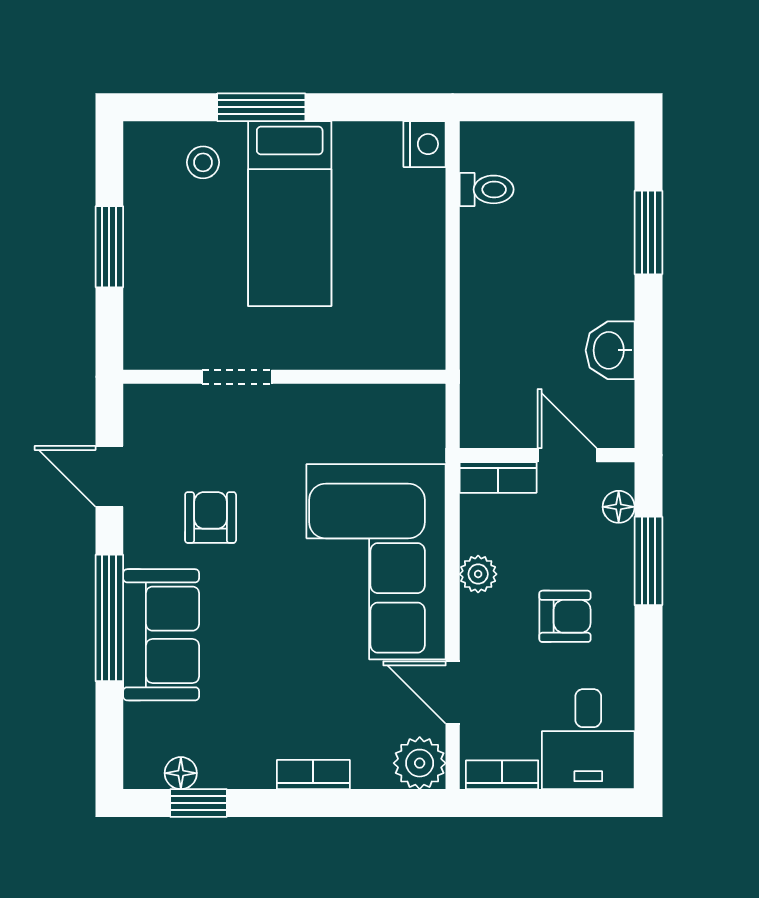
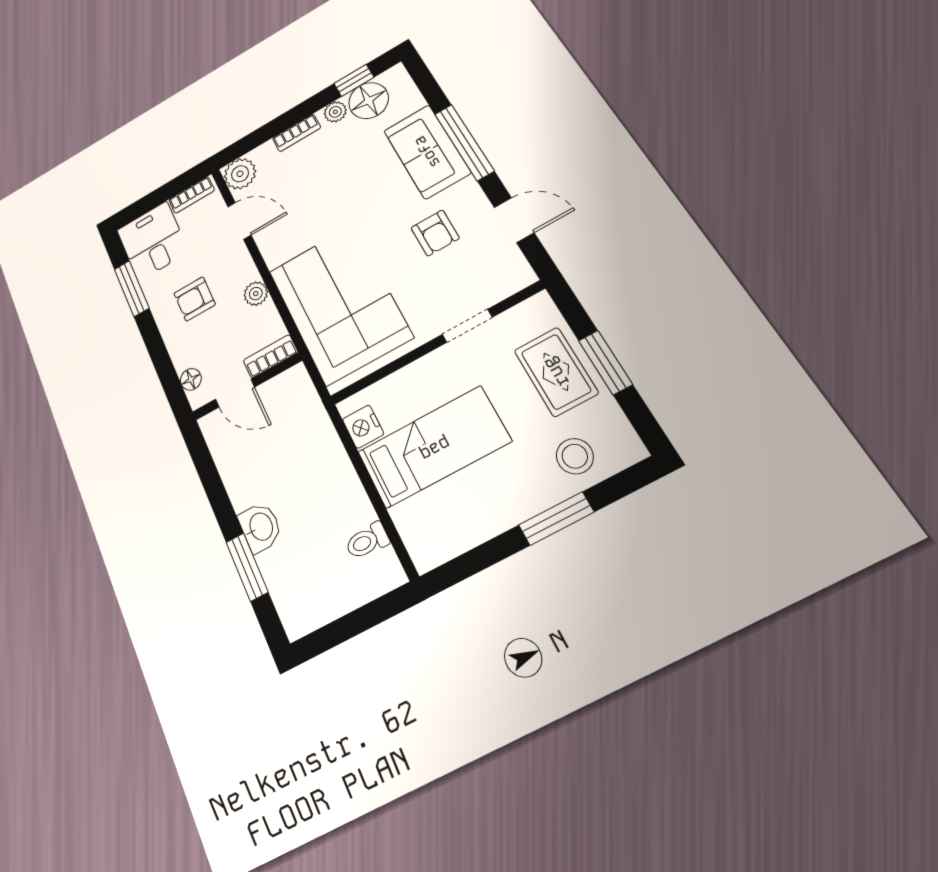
nightstand: (425, 144) -> (363, 427), moved
stool: (203, 162) -> (575, 456), width x1.37, depth x1.37
bed: (290, 214) -> (434, 447), moved, turned 90
rug: (168, 266) -> (556, 372), added
washbasin: (610, 350) -> (260, 527), moved
window: (648, 561) -> (132, 288), moved
corner sofa: (376, 562) -> (340, 304), moved
plant: (247, 772) -> (335, 112), added
floor lamp: (181, 773) -> (369, 101), width x1.89, depth x1.89

